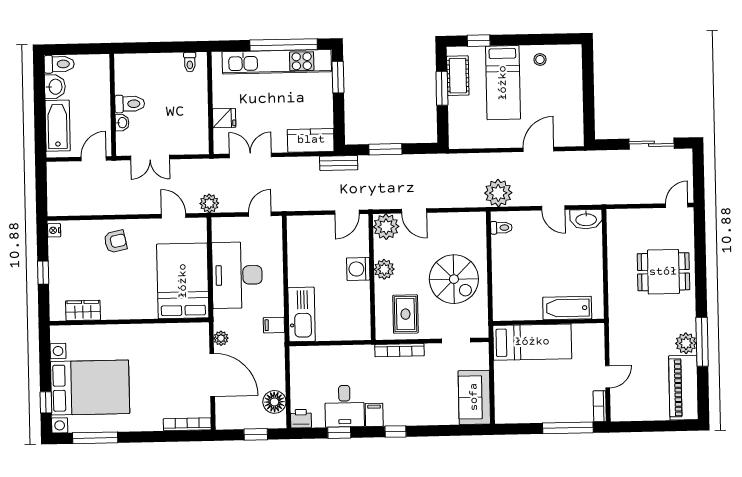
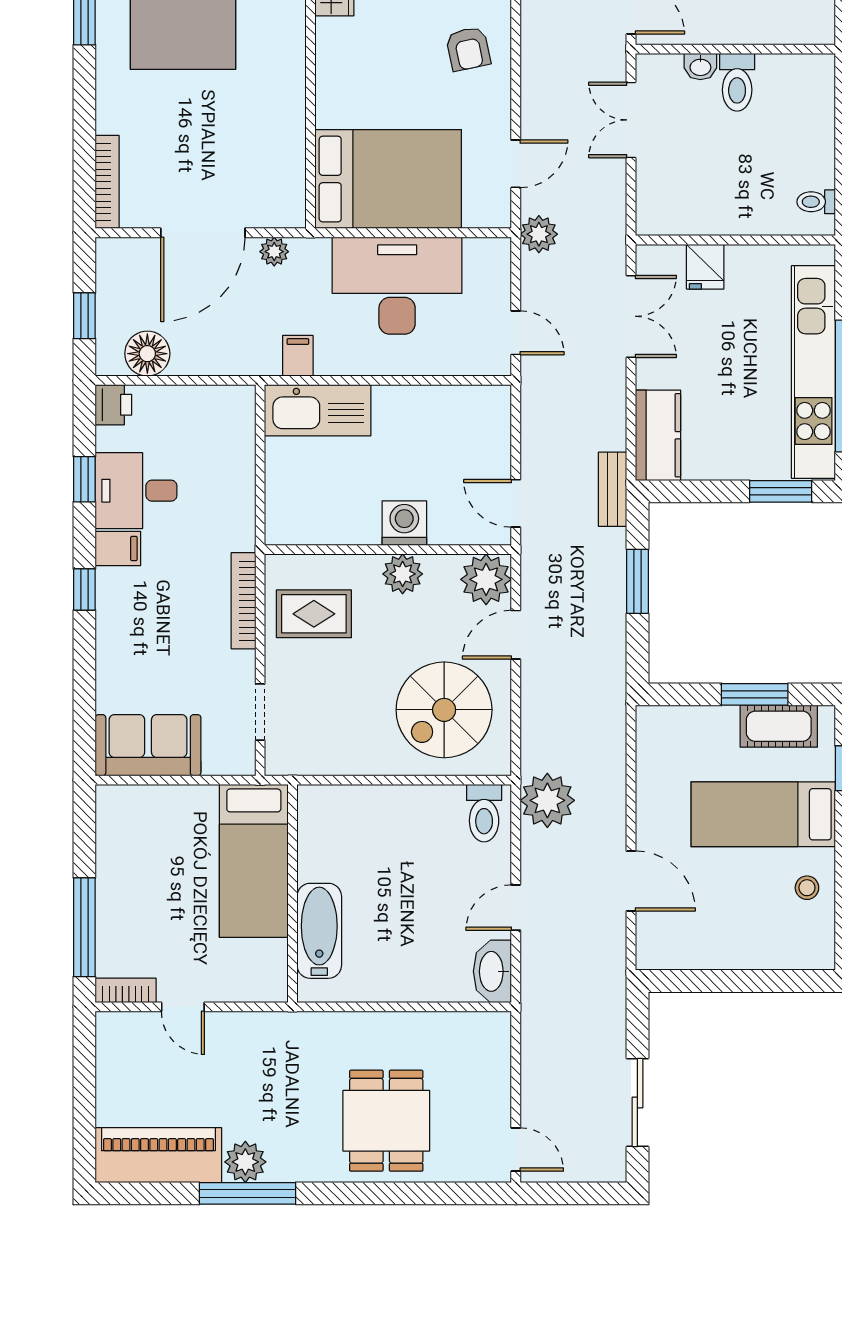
toilet: (501, 228) -> (484, 813), width x1.37, depth x1.39
spiral stairs: (454, 279) -> (444, 710), moved

